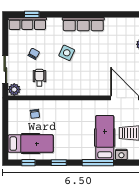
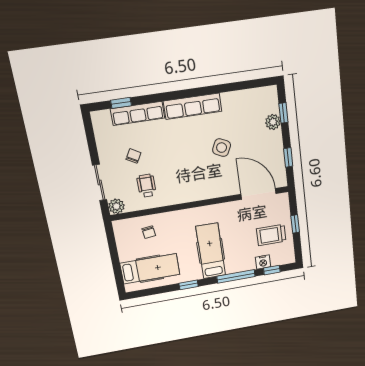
row of seats: (27, 23) -> (138, 113), moved
side table: (67, 53) -> (222, 148), moved
hospital bed: (105, 138) -> (211, 251), moved
window: (28, 163) -> (272, 270), moved

